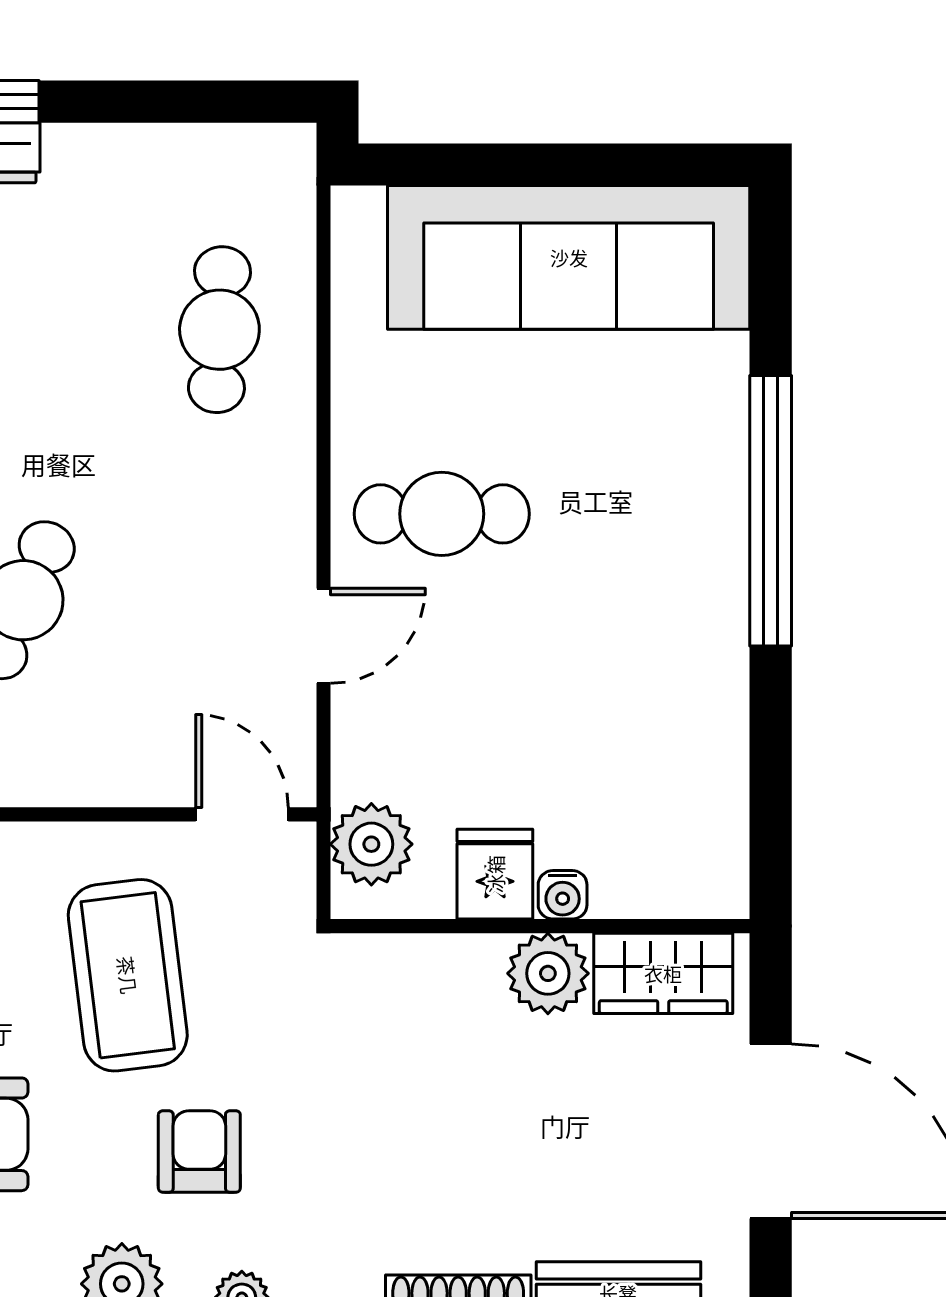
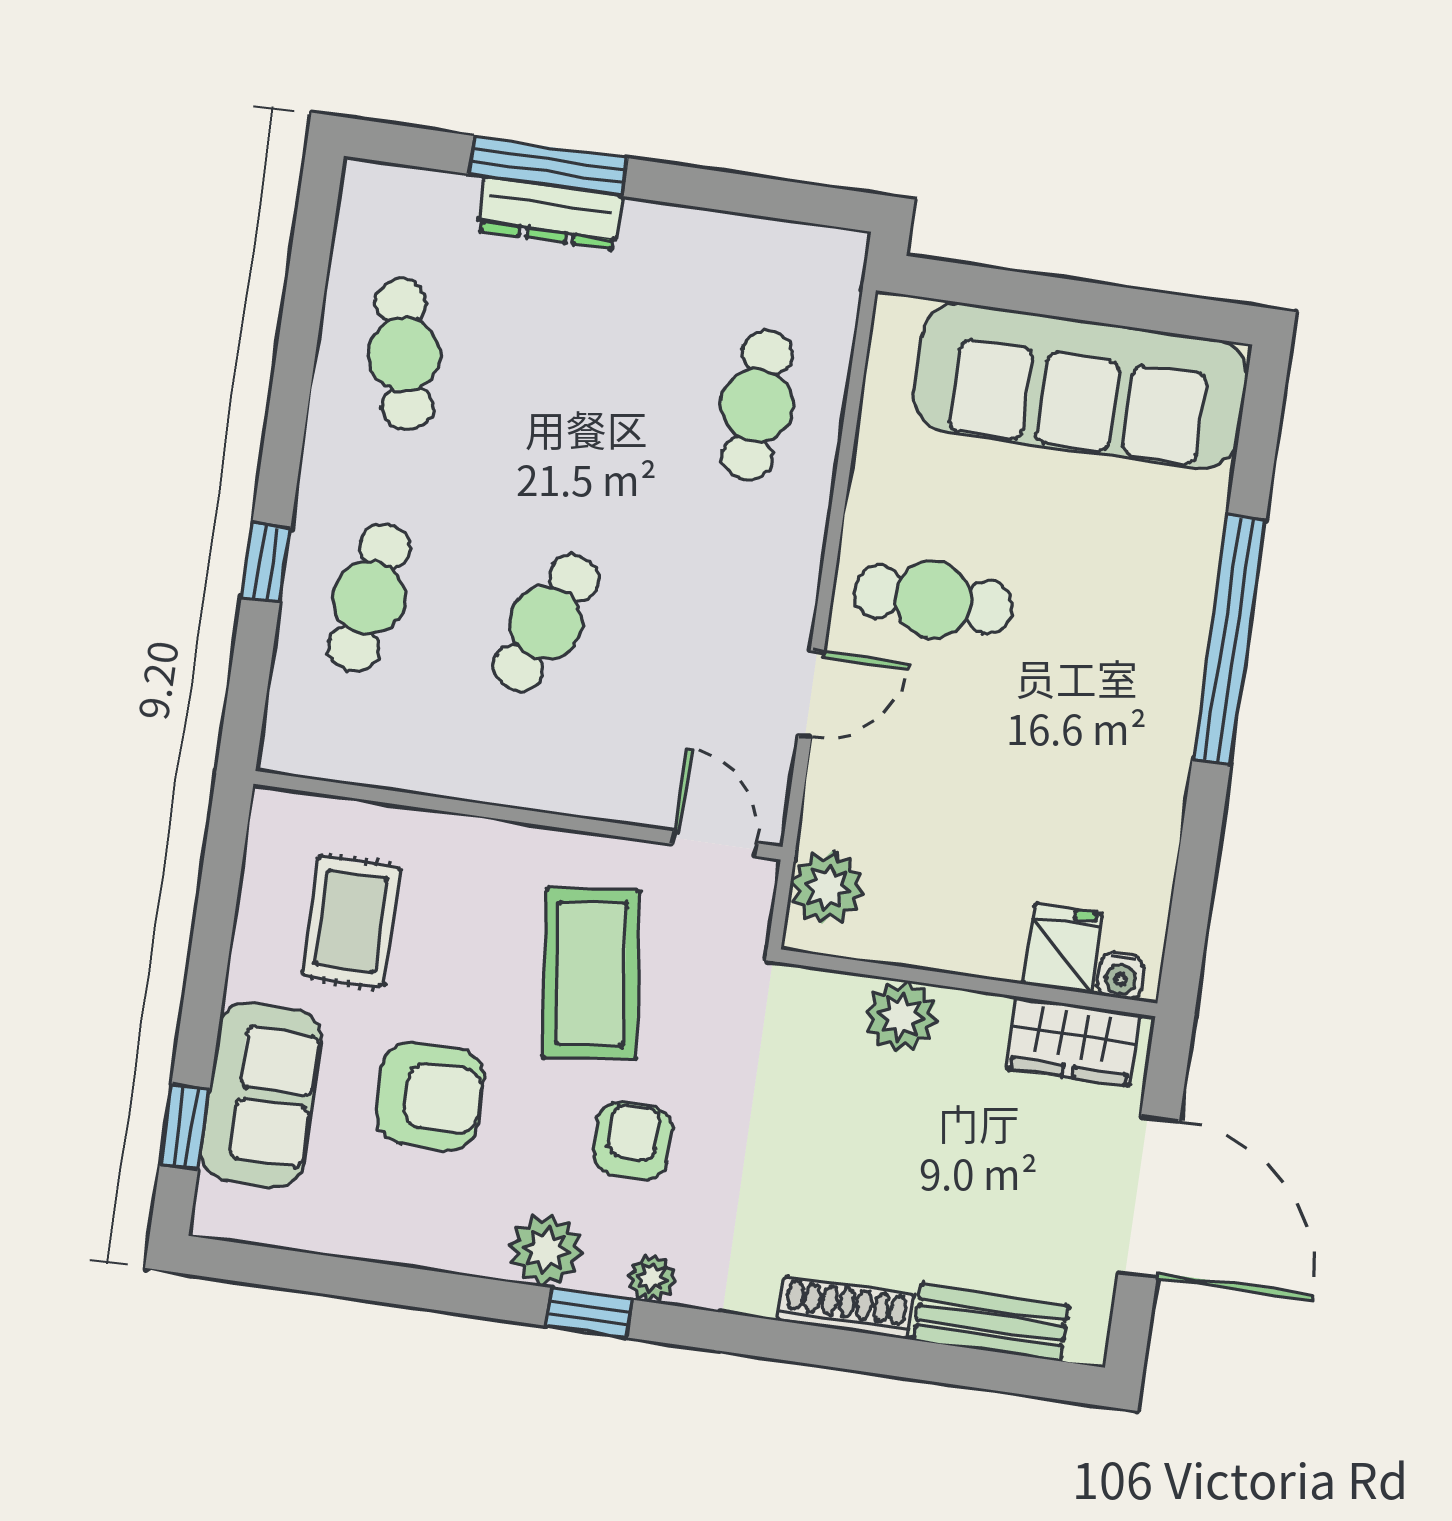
fridge: (495, 874) -> (1063, 949), moved
water cooler: (563, 895) -> (1121, 976), moved
plant: (548, 973) -> (901, 1017), moved

